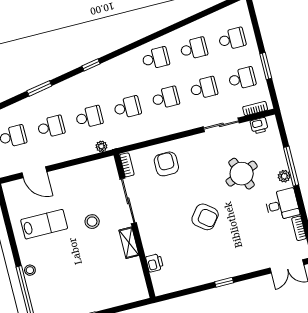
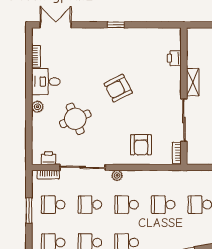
sliding door: (221, 125) -> (83, 167), width x1.37
plant: (101, 146) -> (117, 175), moved
window: (291, 166) -> (29, 114), removed
armchair: (205, 217) -> (118, 88), turned -65

